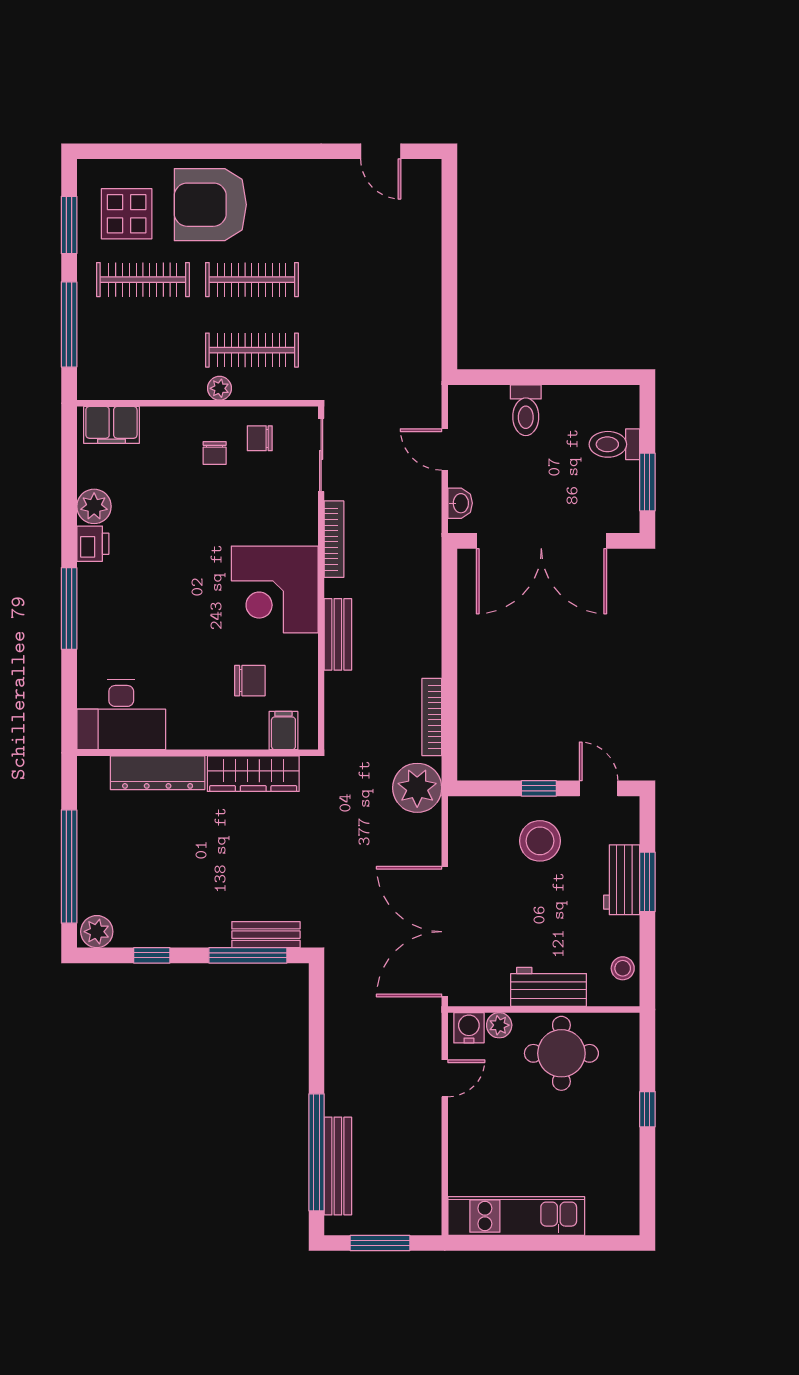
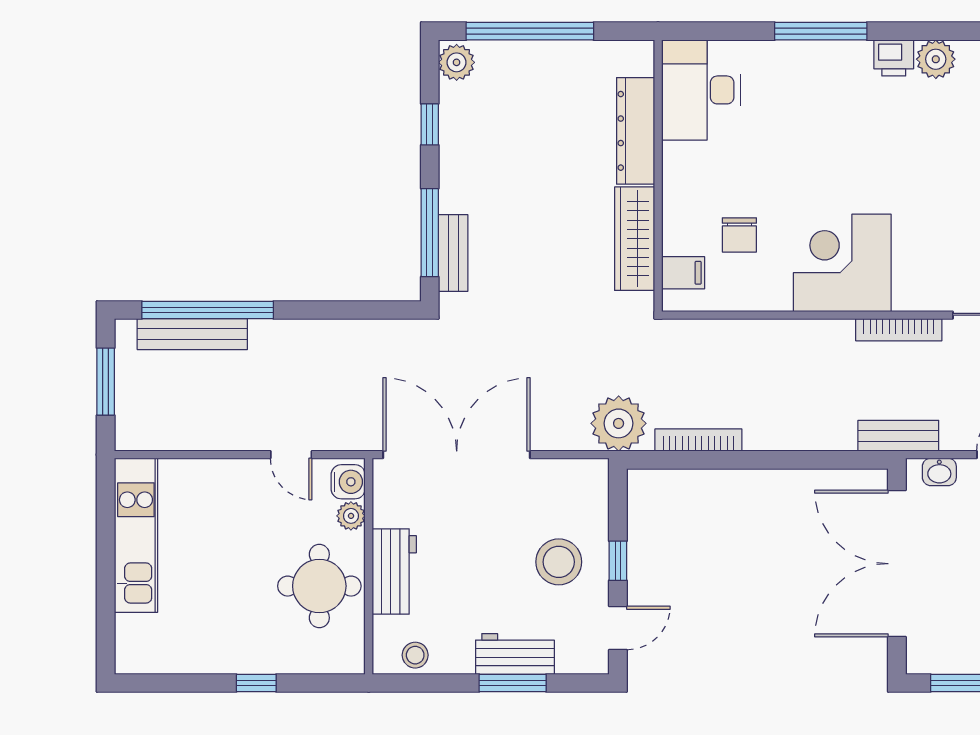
bench: (338, 634) -> (898, 436), moved

